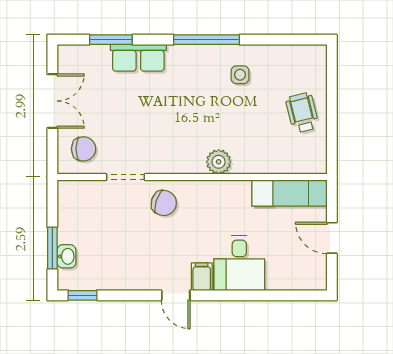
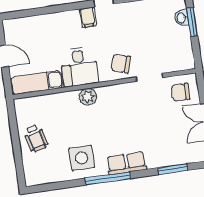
row of seats: (138, 58) -> (127, 163), moved
side table: (240, 75) -> (82, 158), width x1.87, depth x1.87
desk: (239, 263) -> (79, 67), moved, turned 180

